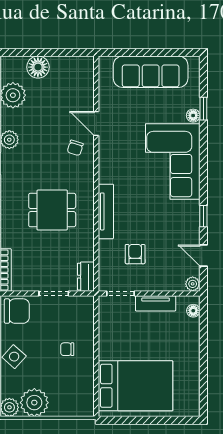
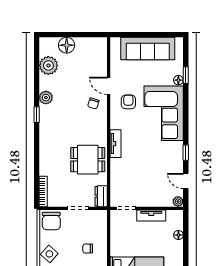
dining table: (52, 210) -> (88, 160), moved
tv unit: (106, 211) -> (116, 144), width x0.71
armchair: (135, 254) -> (128, 102), moved
chair: (17, 311) -> (51, 221), turned 90
floor lamp: (193, 311) -> (178, 235), moved

